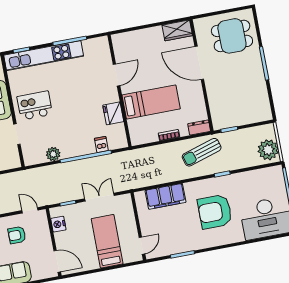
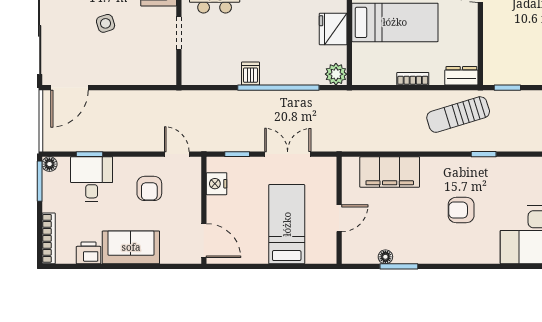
dishwasher: (101, 145) -> (250, 74), moved
plant: (53, 154) -> (336, 74), moved
armchair: (215, 212) -> (461, 210), width x0.53, depth x0.53
armchair: (17, 235) -> (149, 188), turned -90
door: (142, 246) -> (339, 218), moved
floor lamp: (173, 250) -> (385, 257), added

